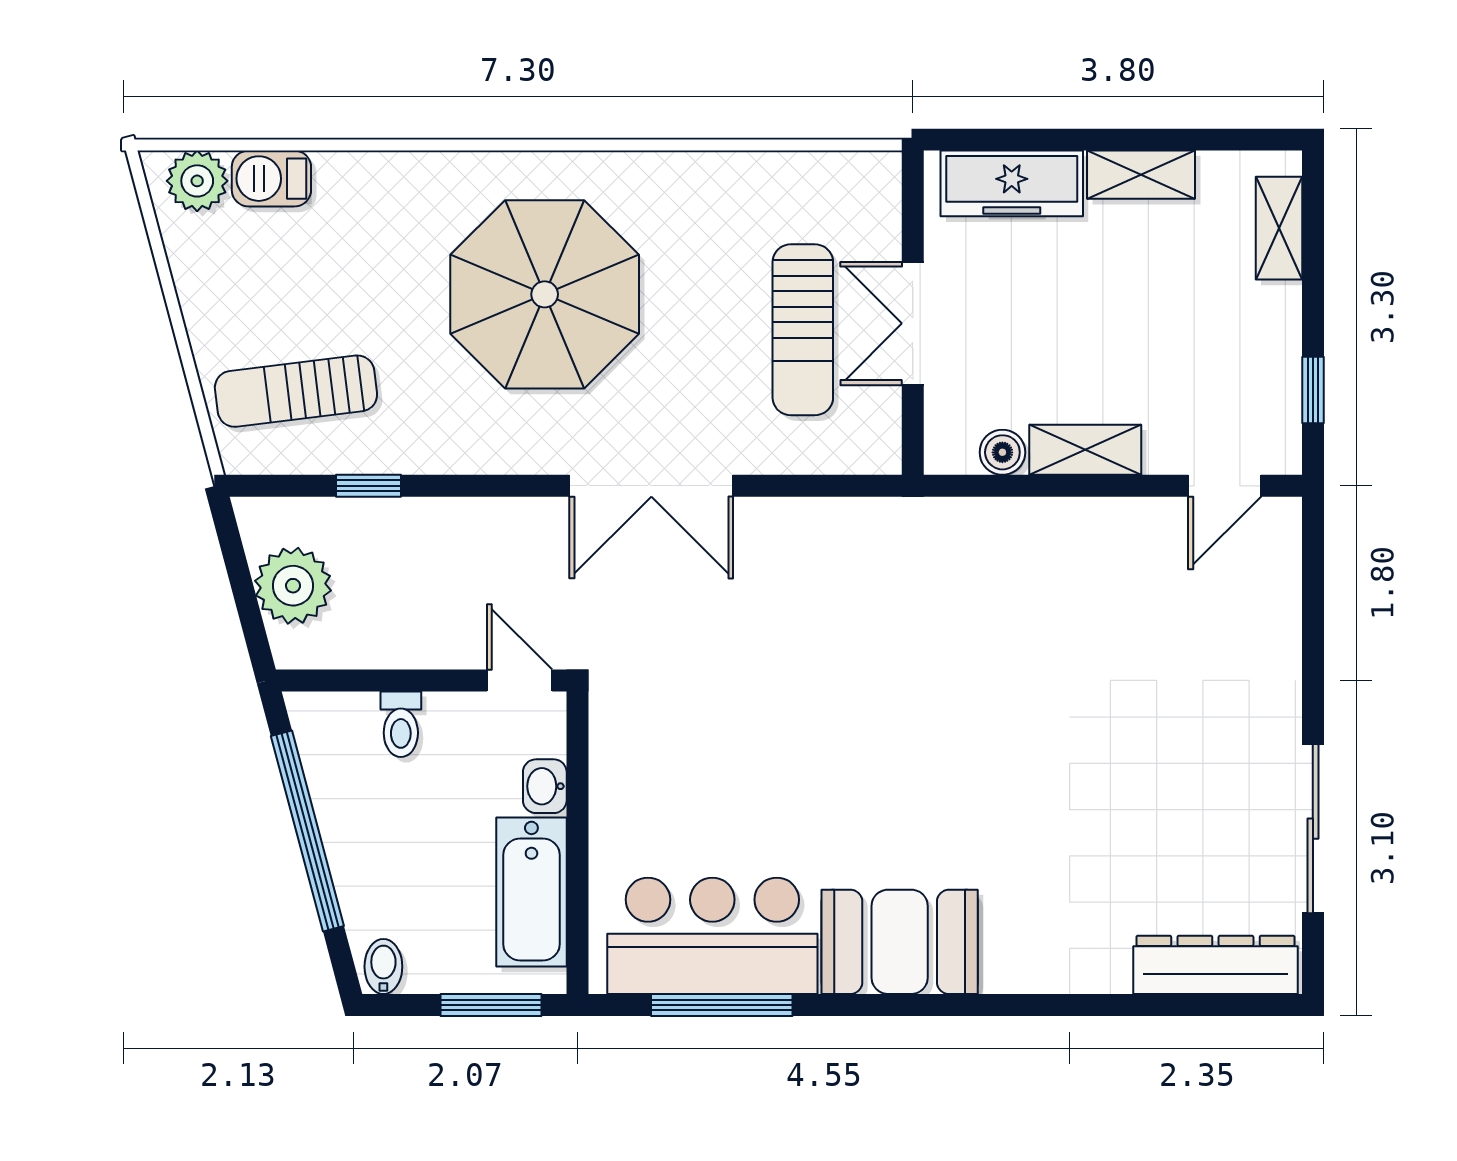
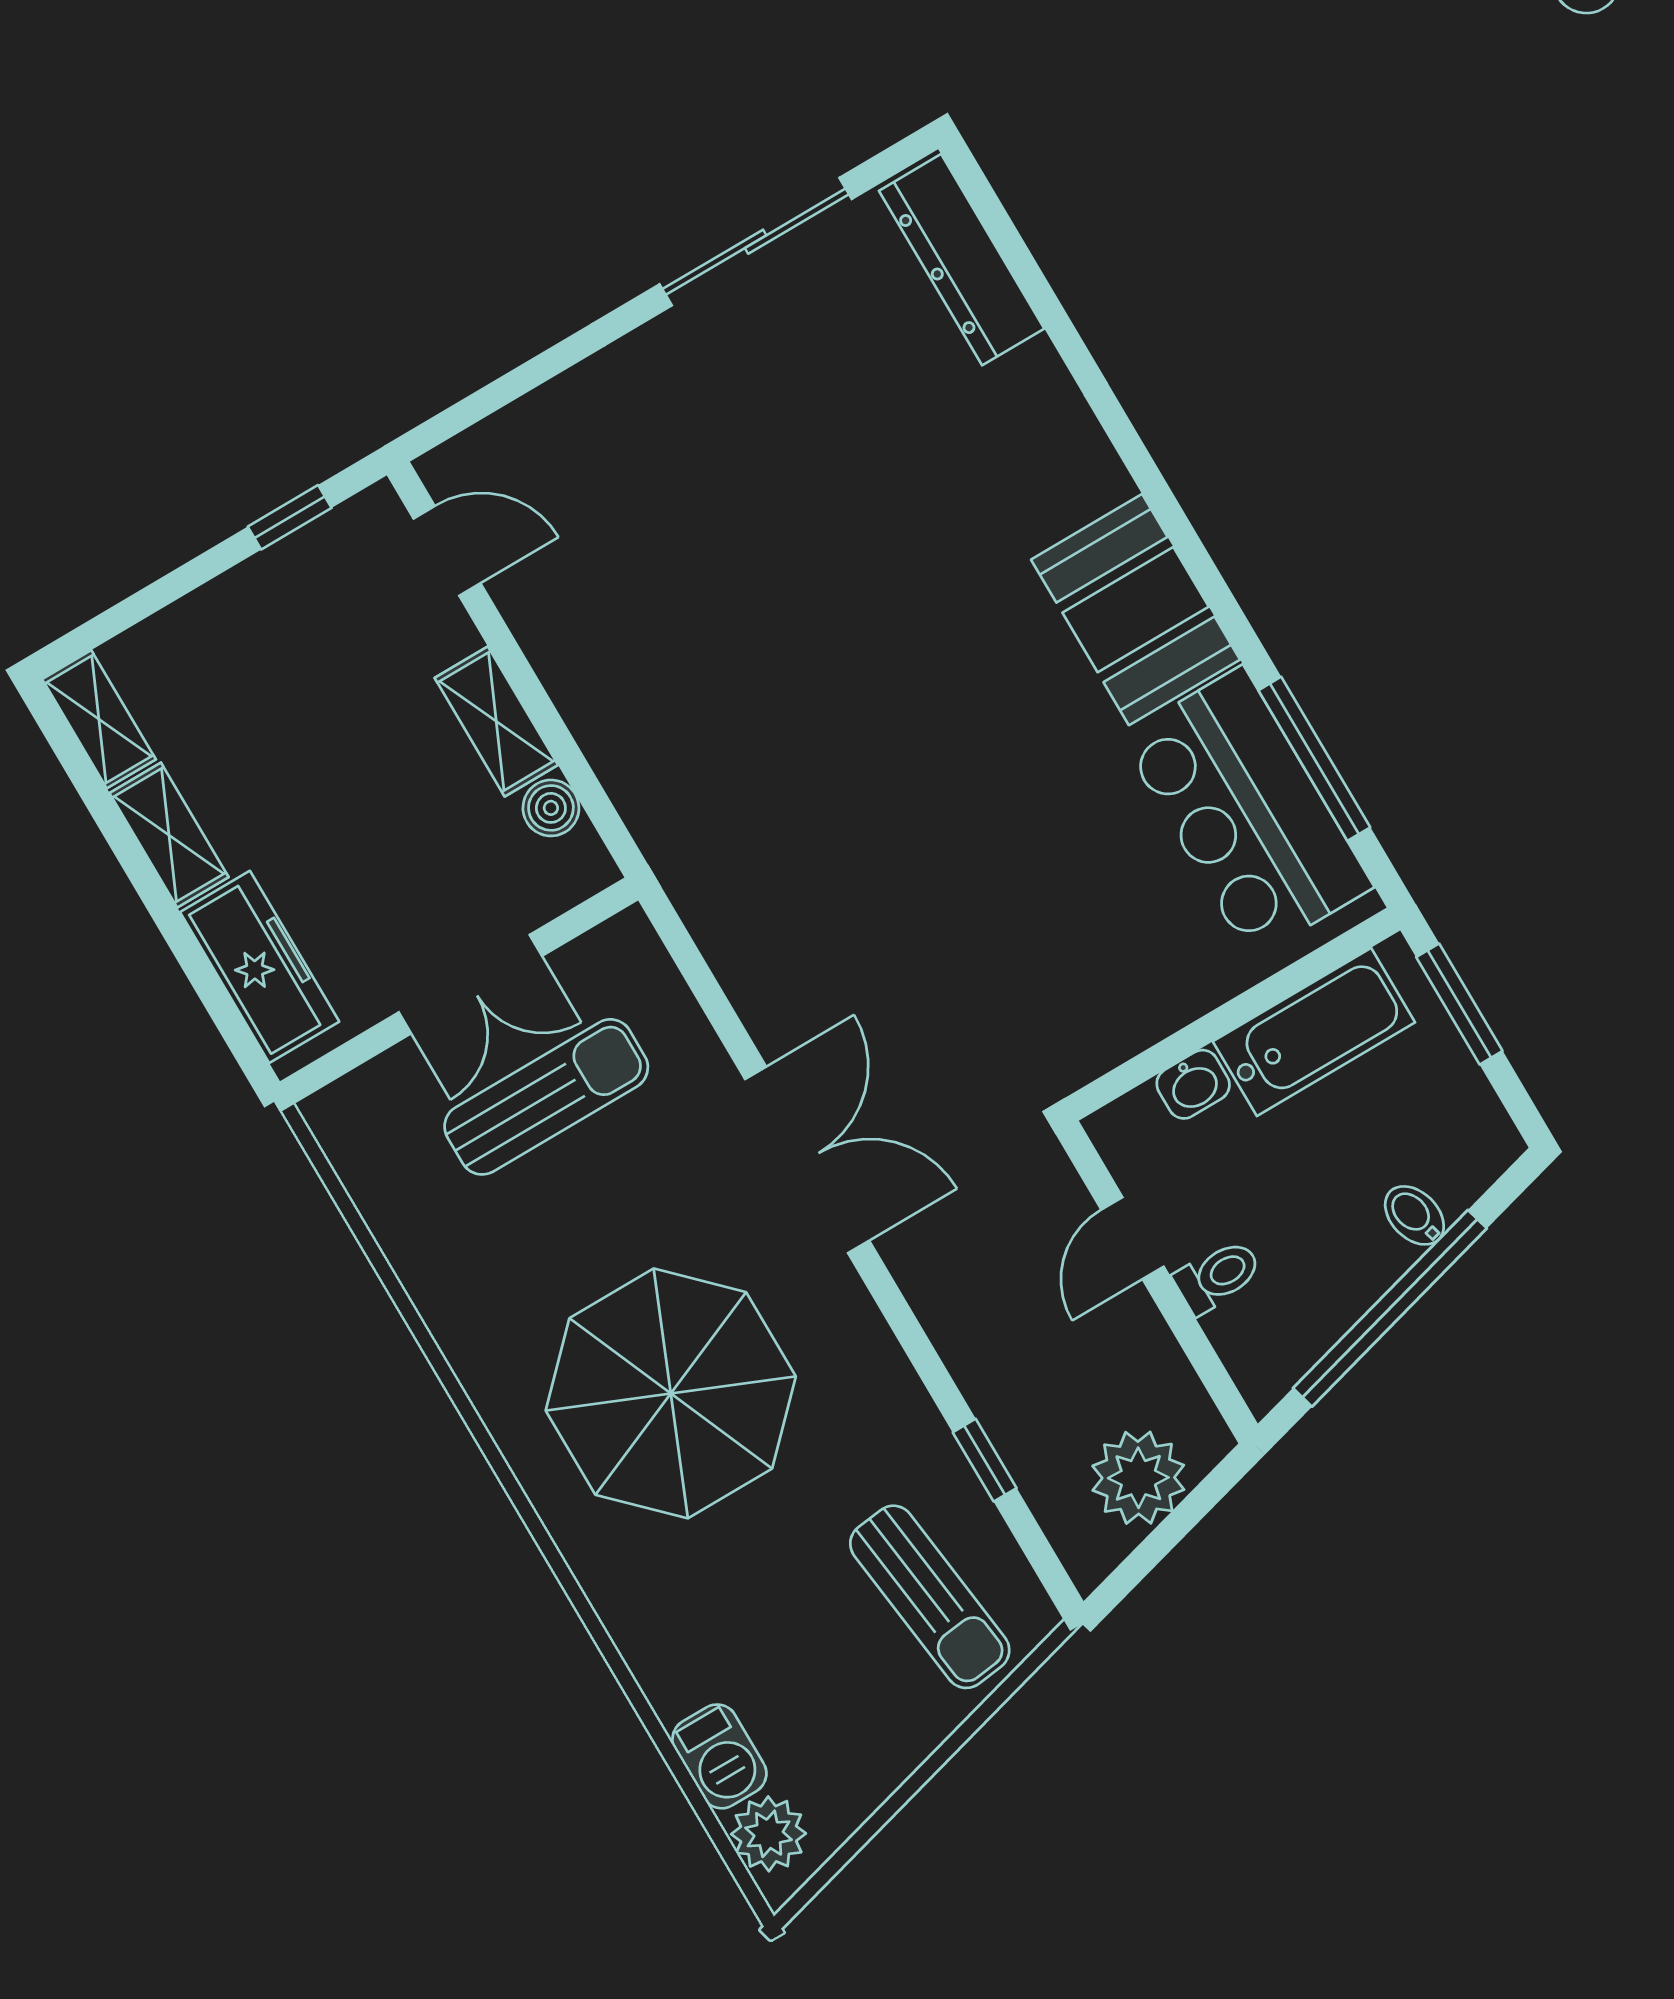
shelving: (1279, 228) -> (99, 719), moved, turned 90
door: (520, 680) -> (1133, 1238), moved
bidet: (383, 967) -> (1414, 1215), moved, turned 75

